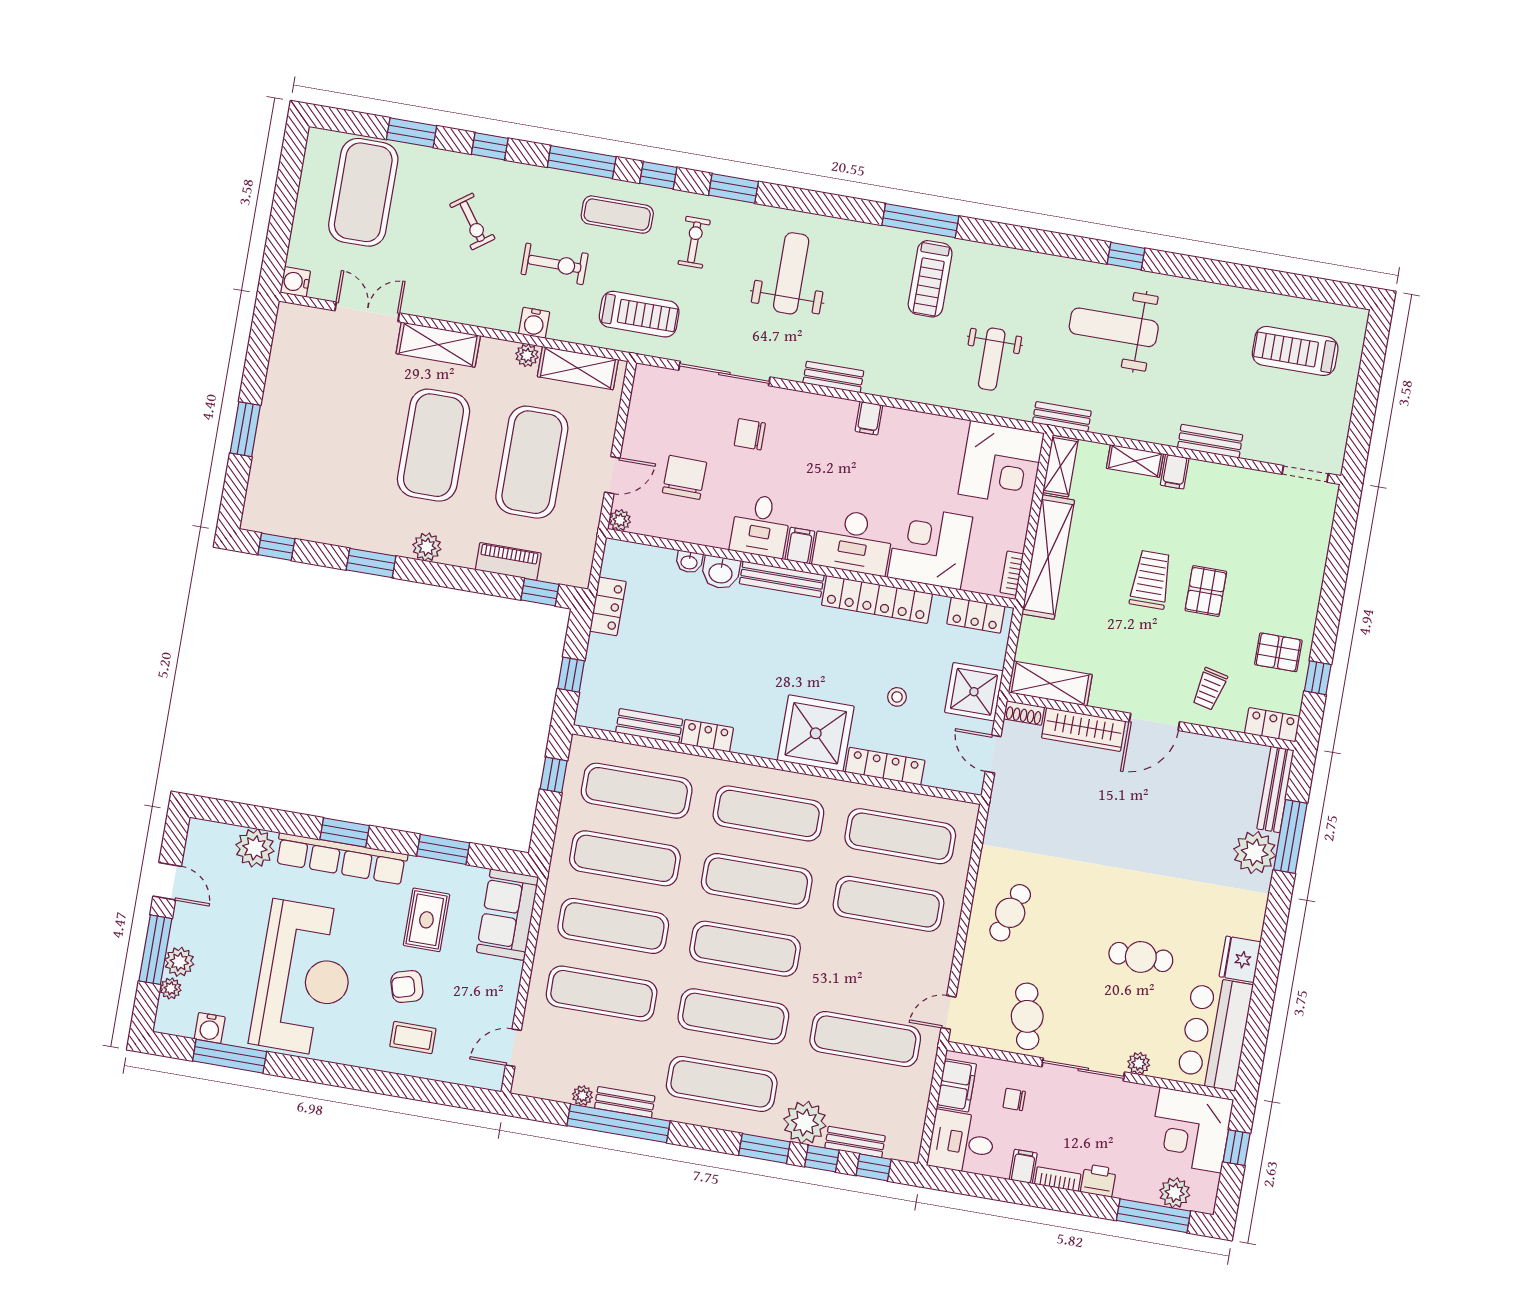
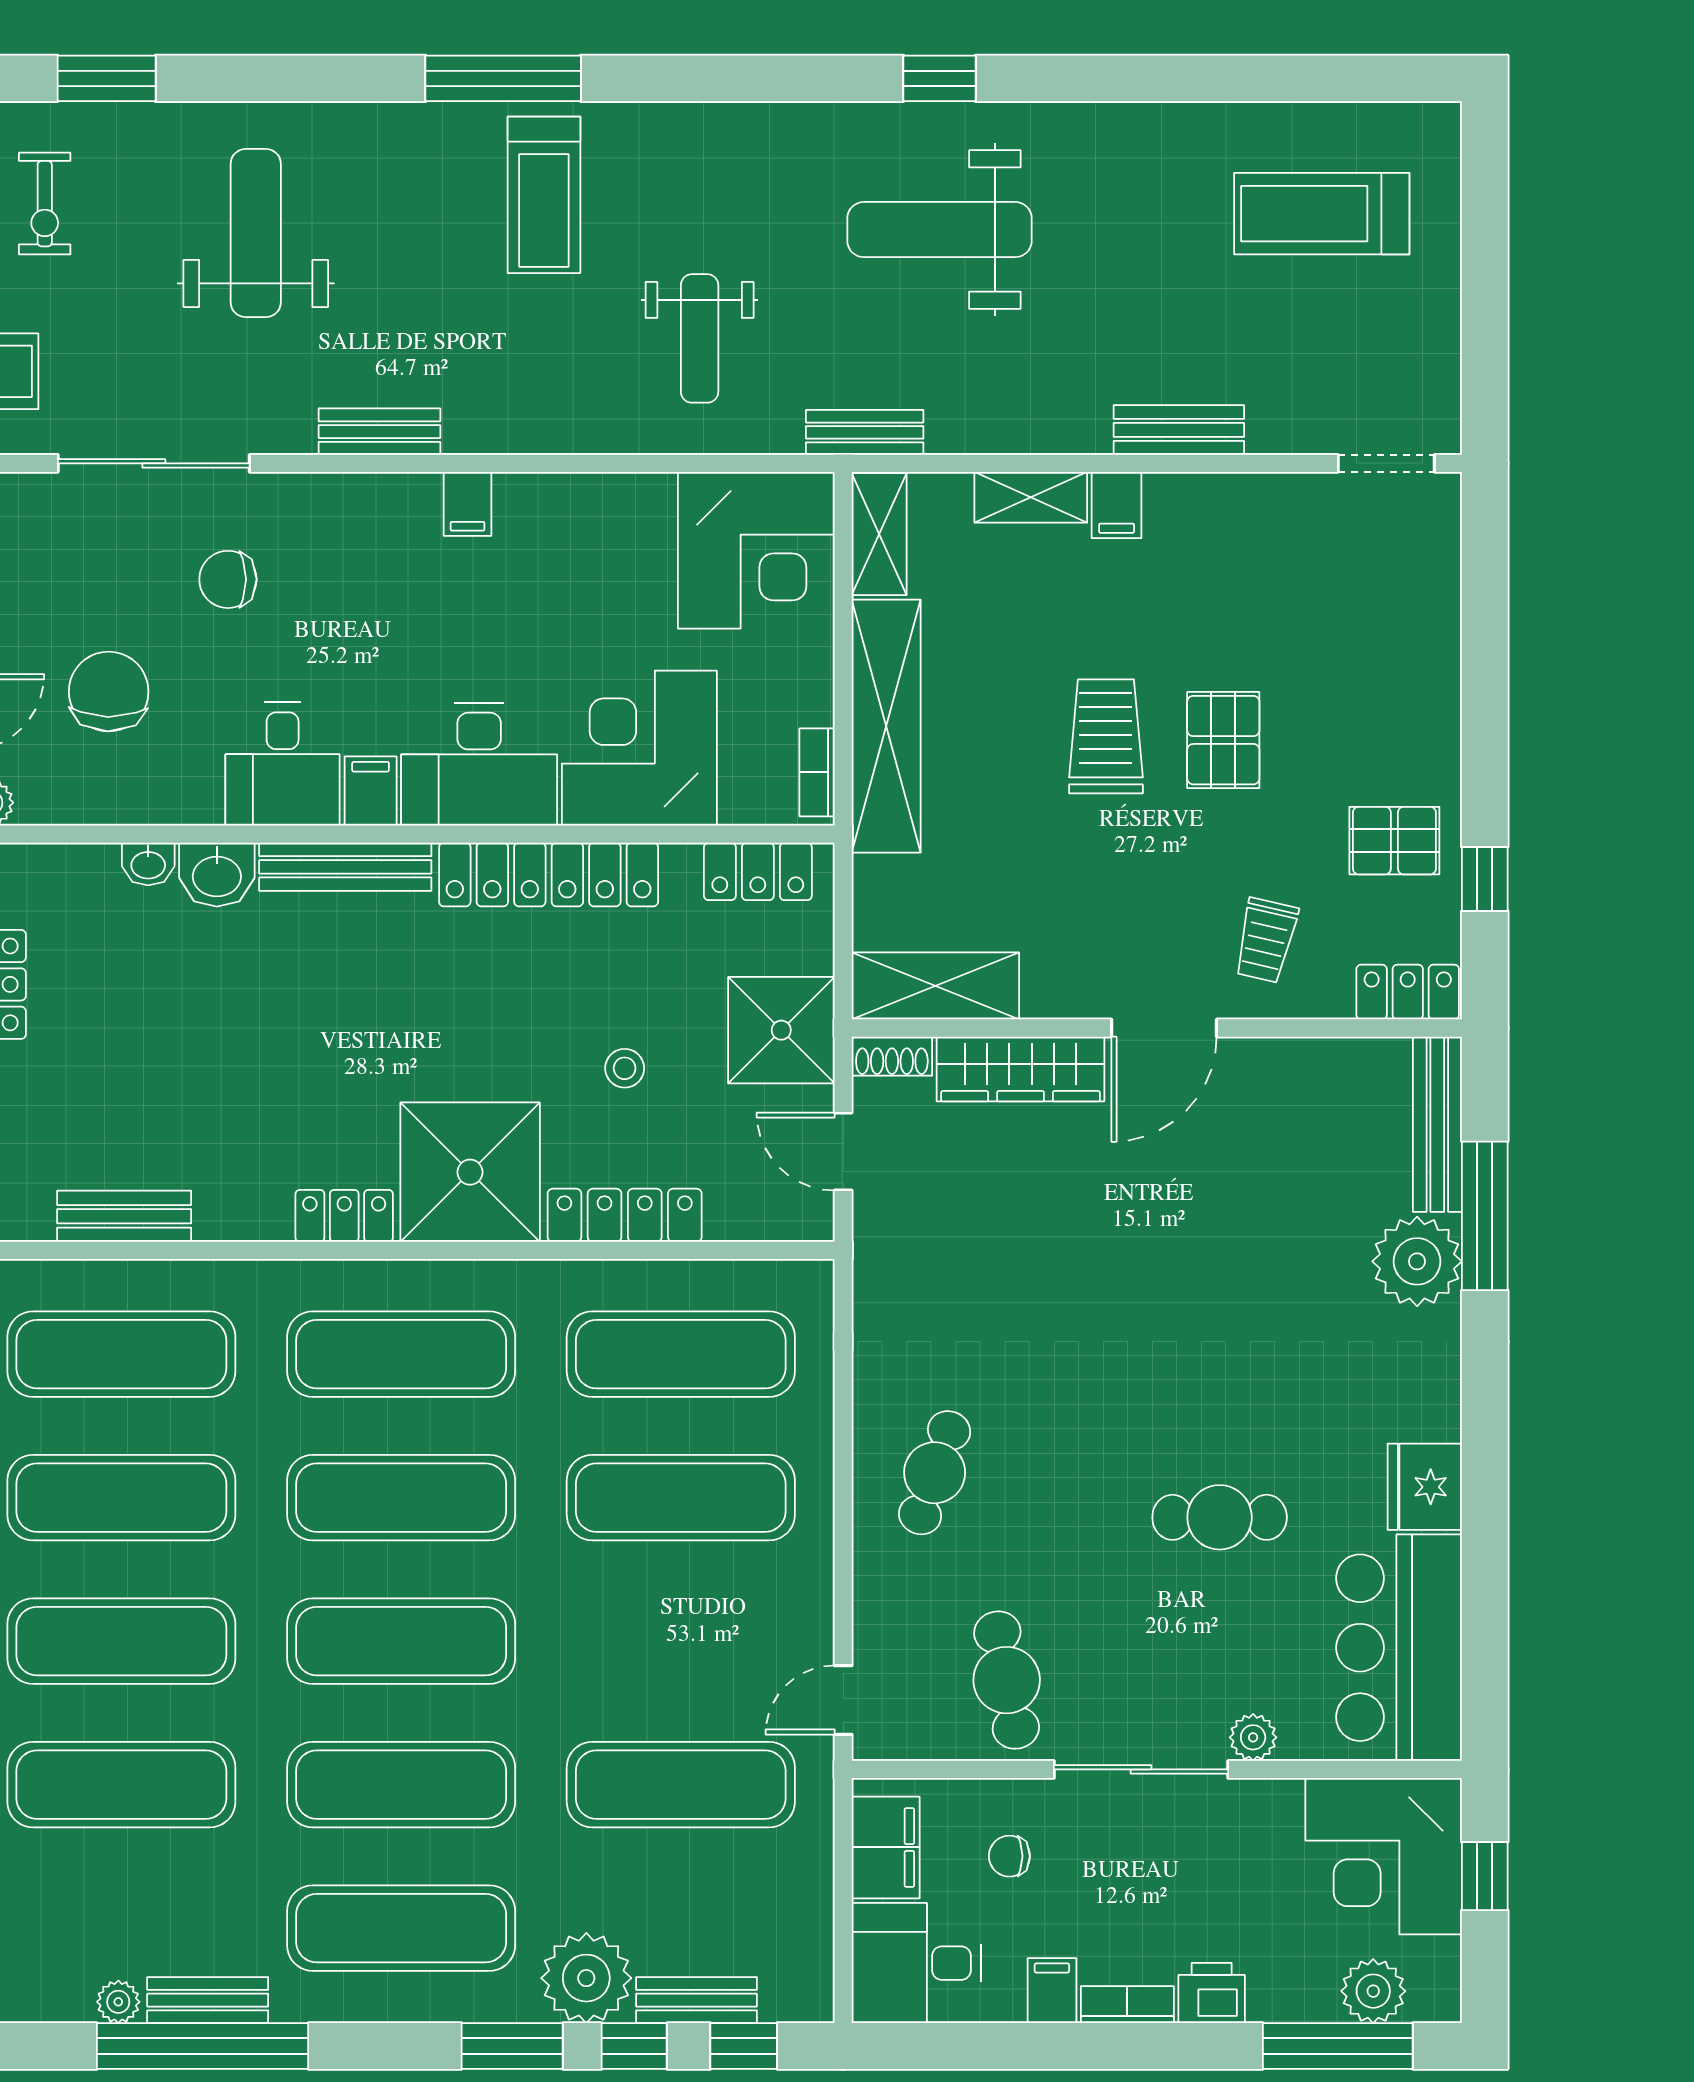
exercise bike: (694, 242) -> (45, 204), turned 180
locker: (707, 736) -> (344, 1216), moved

